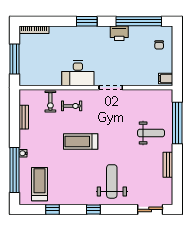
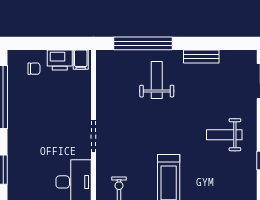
printer: (119, 33) -> (60, 60), moved, turned 90
weight bench: (112, 181) -> (224, 135), width x0.73, depth x0.75

